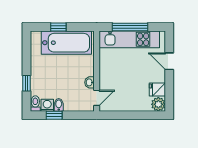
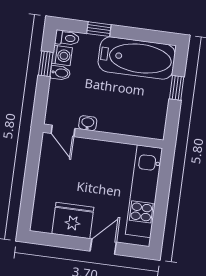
window: (130, 27) -> (162, 195), removed
bathtub: (66, 43) -> (137, 58), moved, turned -90
fridge: (157, 90) -> (73, 220), width x1.88, depth x1.34
plant: (158, 104) -> (41, 222), removed

